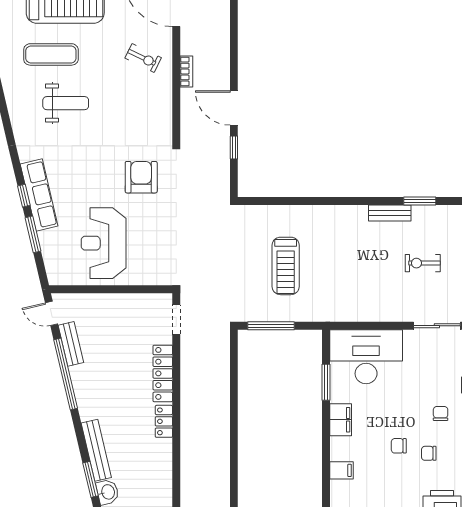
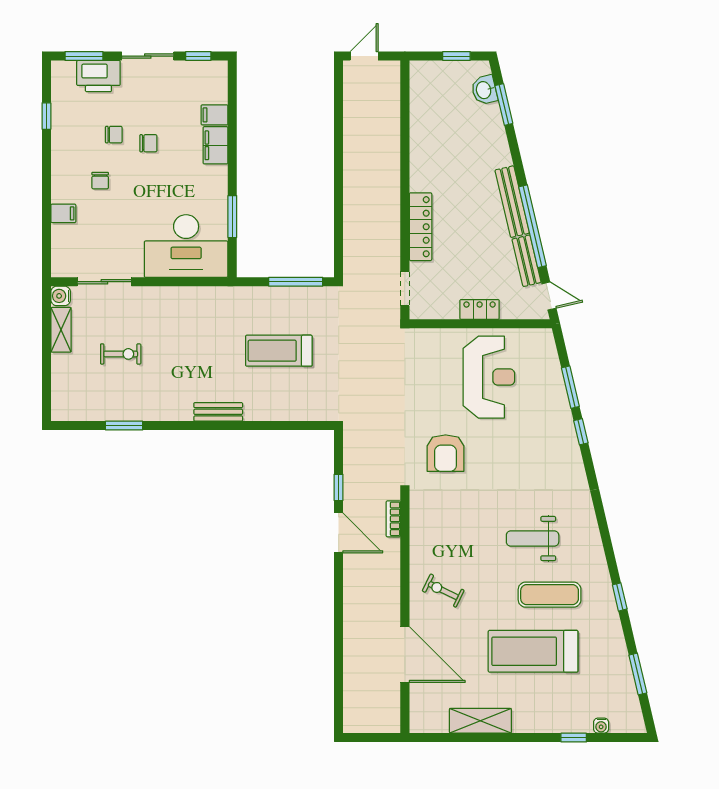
bookcase: (186, 71) -> (393, 519), moved
row of seats: (39, 195) -> (563, 433), removed
bench: (390, 213) -> (218, 412), moved
treadmill: (286, 266) -> (279, 351), turned -90
filing cabinet: (341, 420) -> (215, 145), moved
locker: (164, 421) -> (480, 309), moved, turned -90
bench: (96, 450) -> (512, 202), moved

